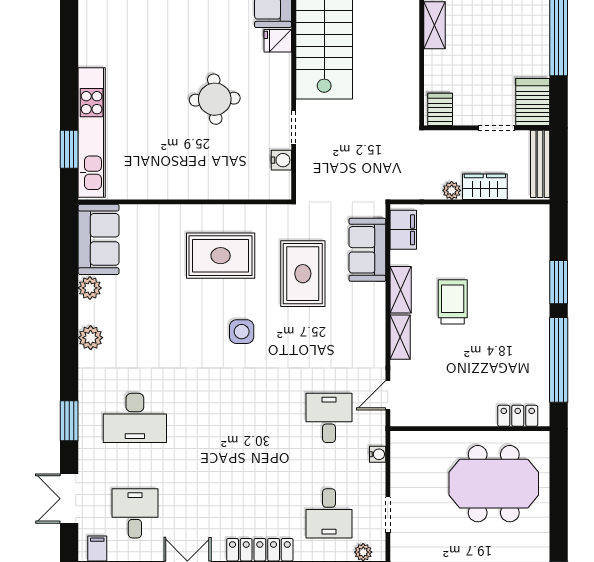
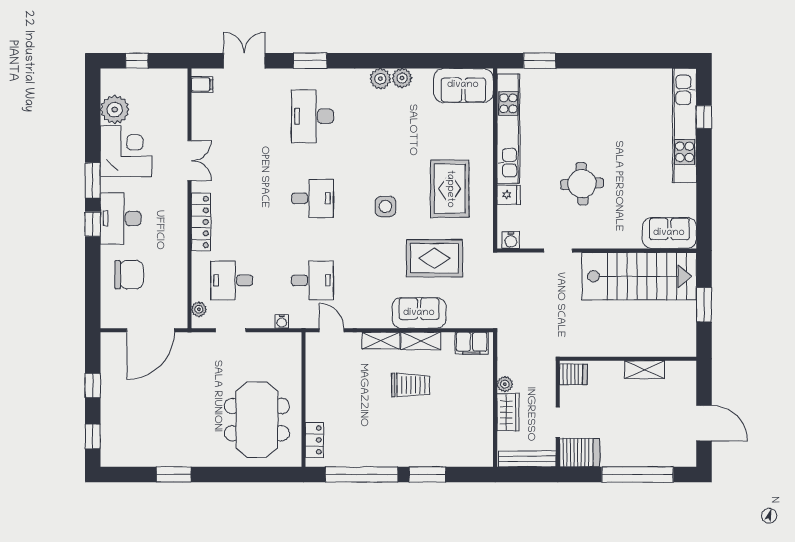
fridge: (278, 41) -> (509, 195), moved, turned 90
kitchen unit: (92, 133) -> (508, 129), moved, turned -90
water cooler: (281, 160) -> (511, 240), moved
sofa: (367, 250) -> (419, 313), moved
plant: (90, 288) -> (402, 78), moved
desk: (135, 513) -> (312, 198), moved

